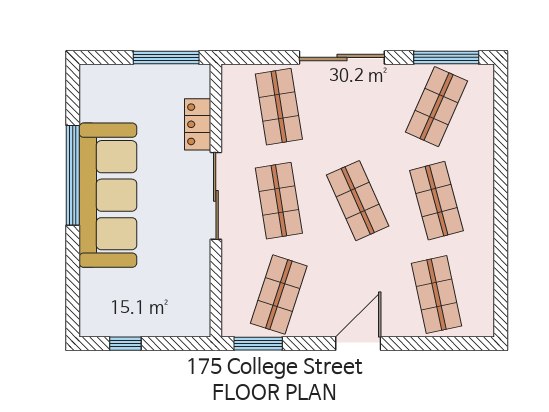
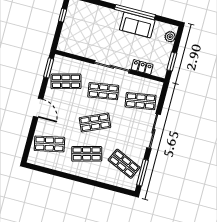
window: (166, 57) -> (172, 61), width x0.69
plant: (109, 77) -> (170, 37), added
sofa: (108, 195) -> (137, 25), width x0.54, depth x0.79
shop shelf: (279, 295) -> (66, 81), turned -33

